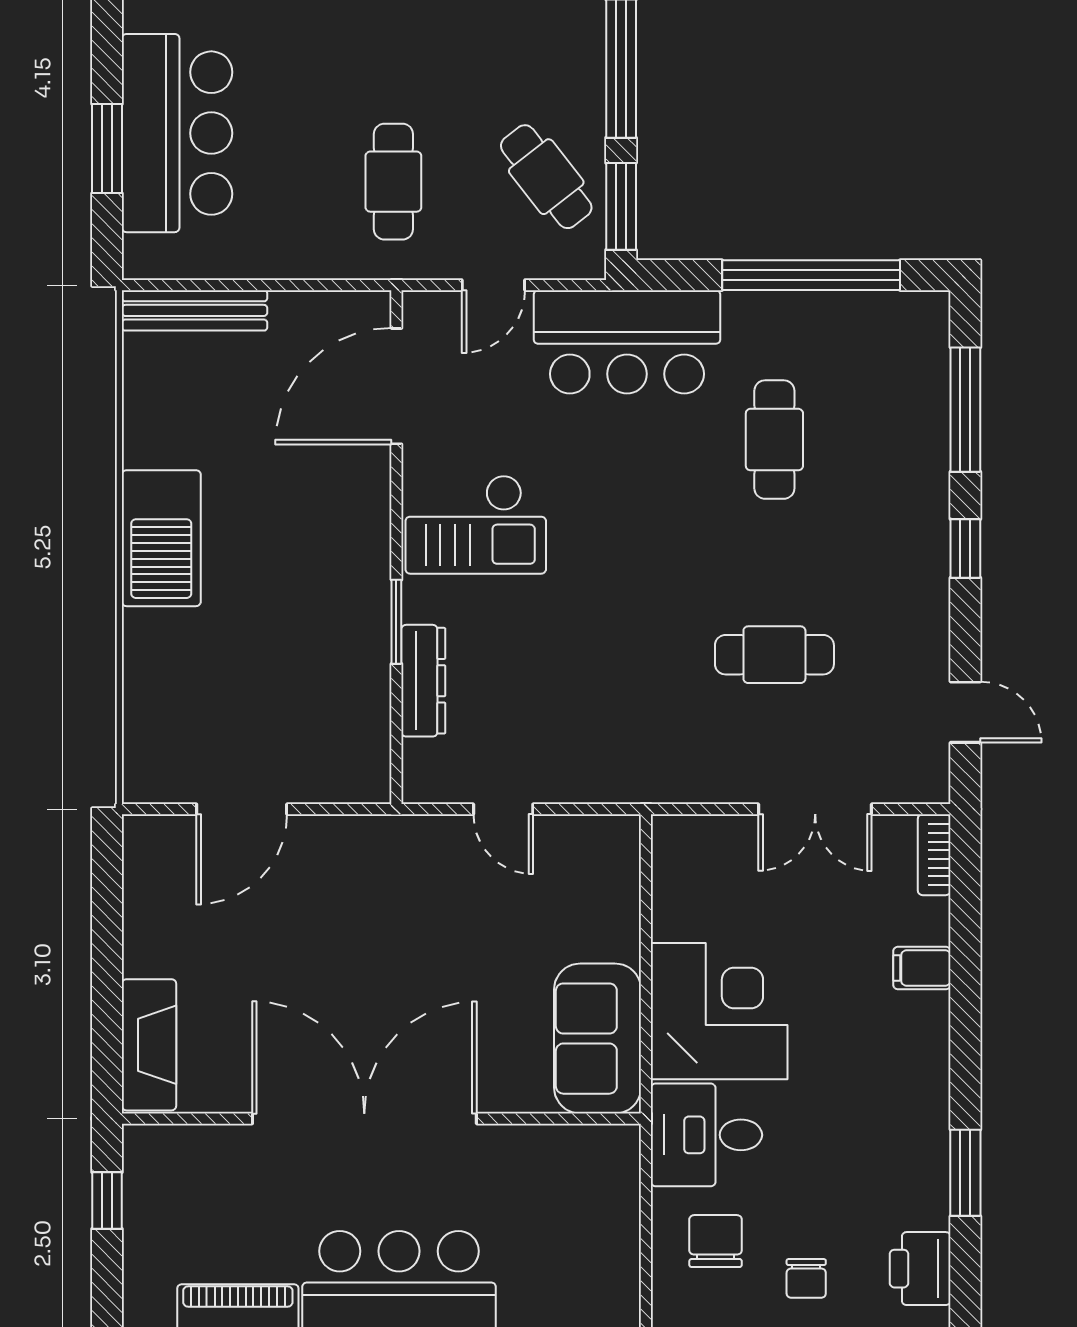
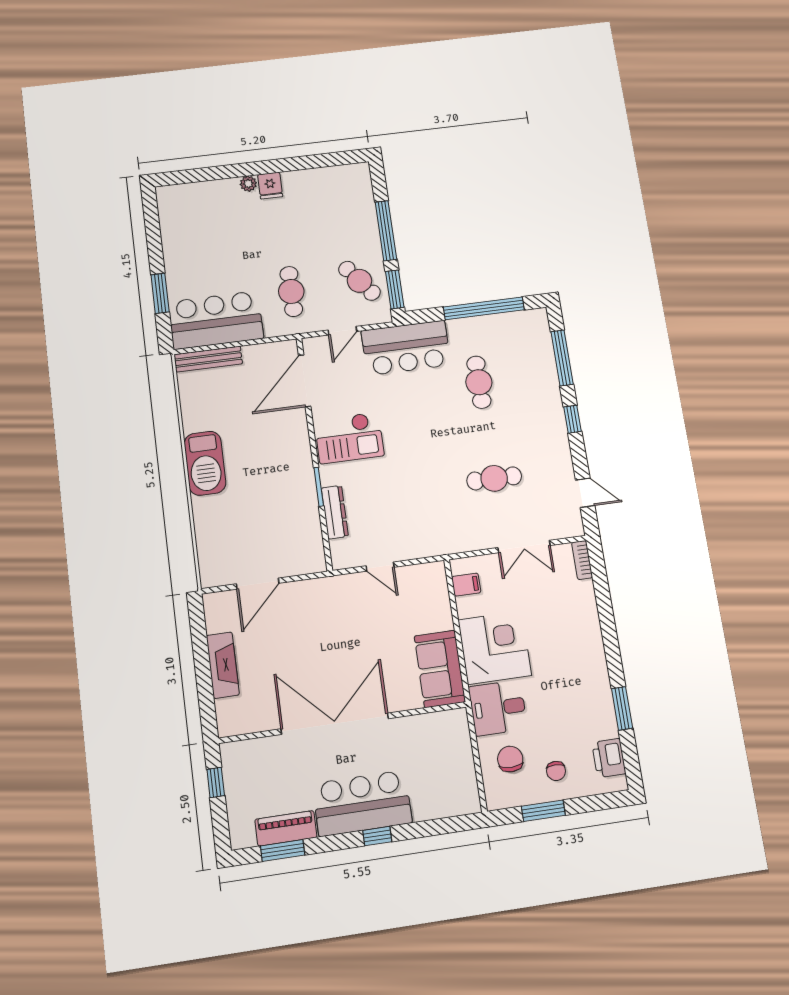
bar counter: (177, 133) -> (216, 320), moved, turned -90
filing cabinet: (922, 968) -> (466, 585), moved, turned 180
fireplace: (149, 1045) -> (223, 665), moved

